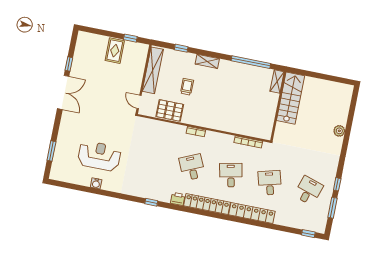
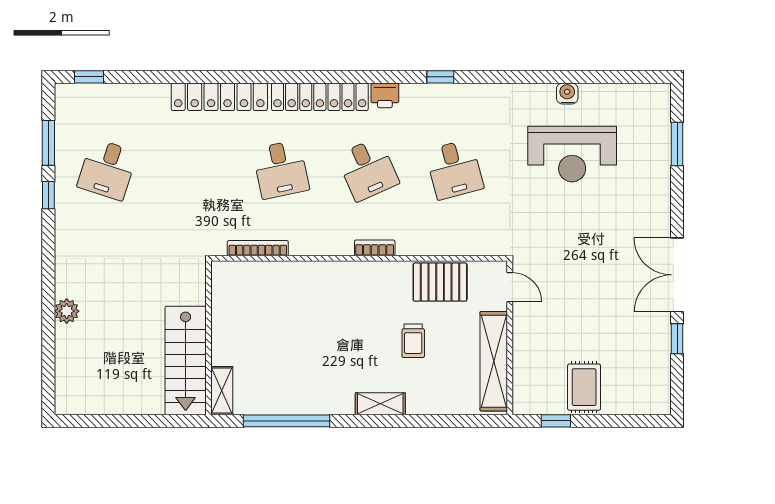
window: (181, 48) -> (442, 421), removed
desk: (270, 183) -> (454, 169), moved

